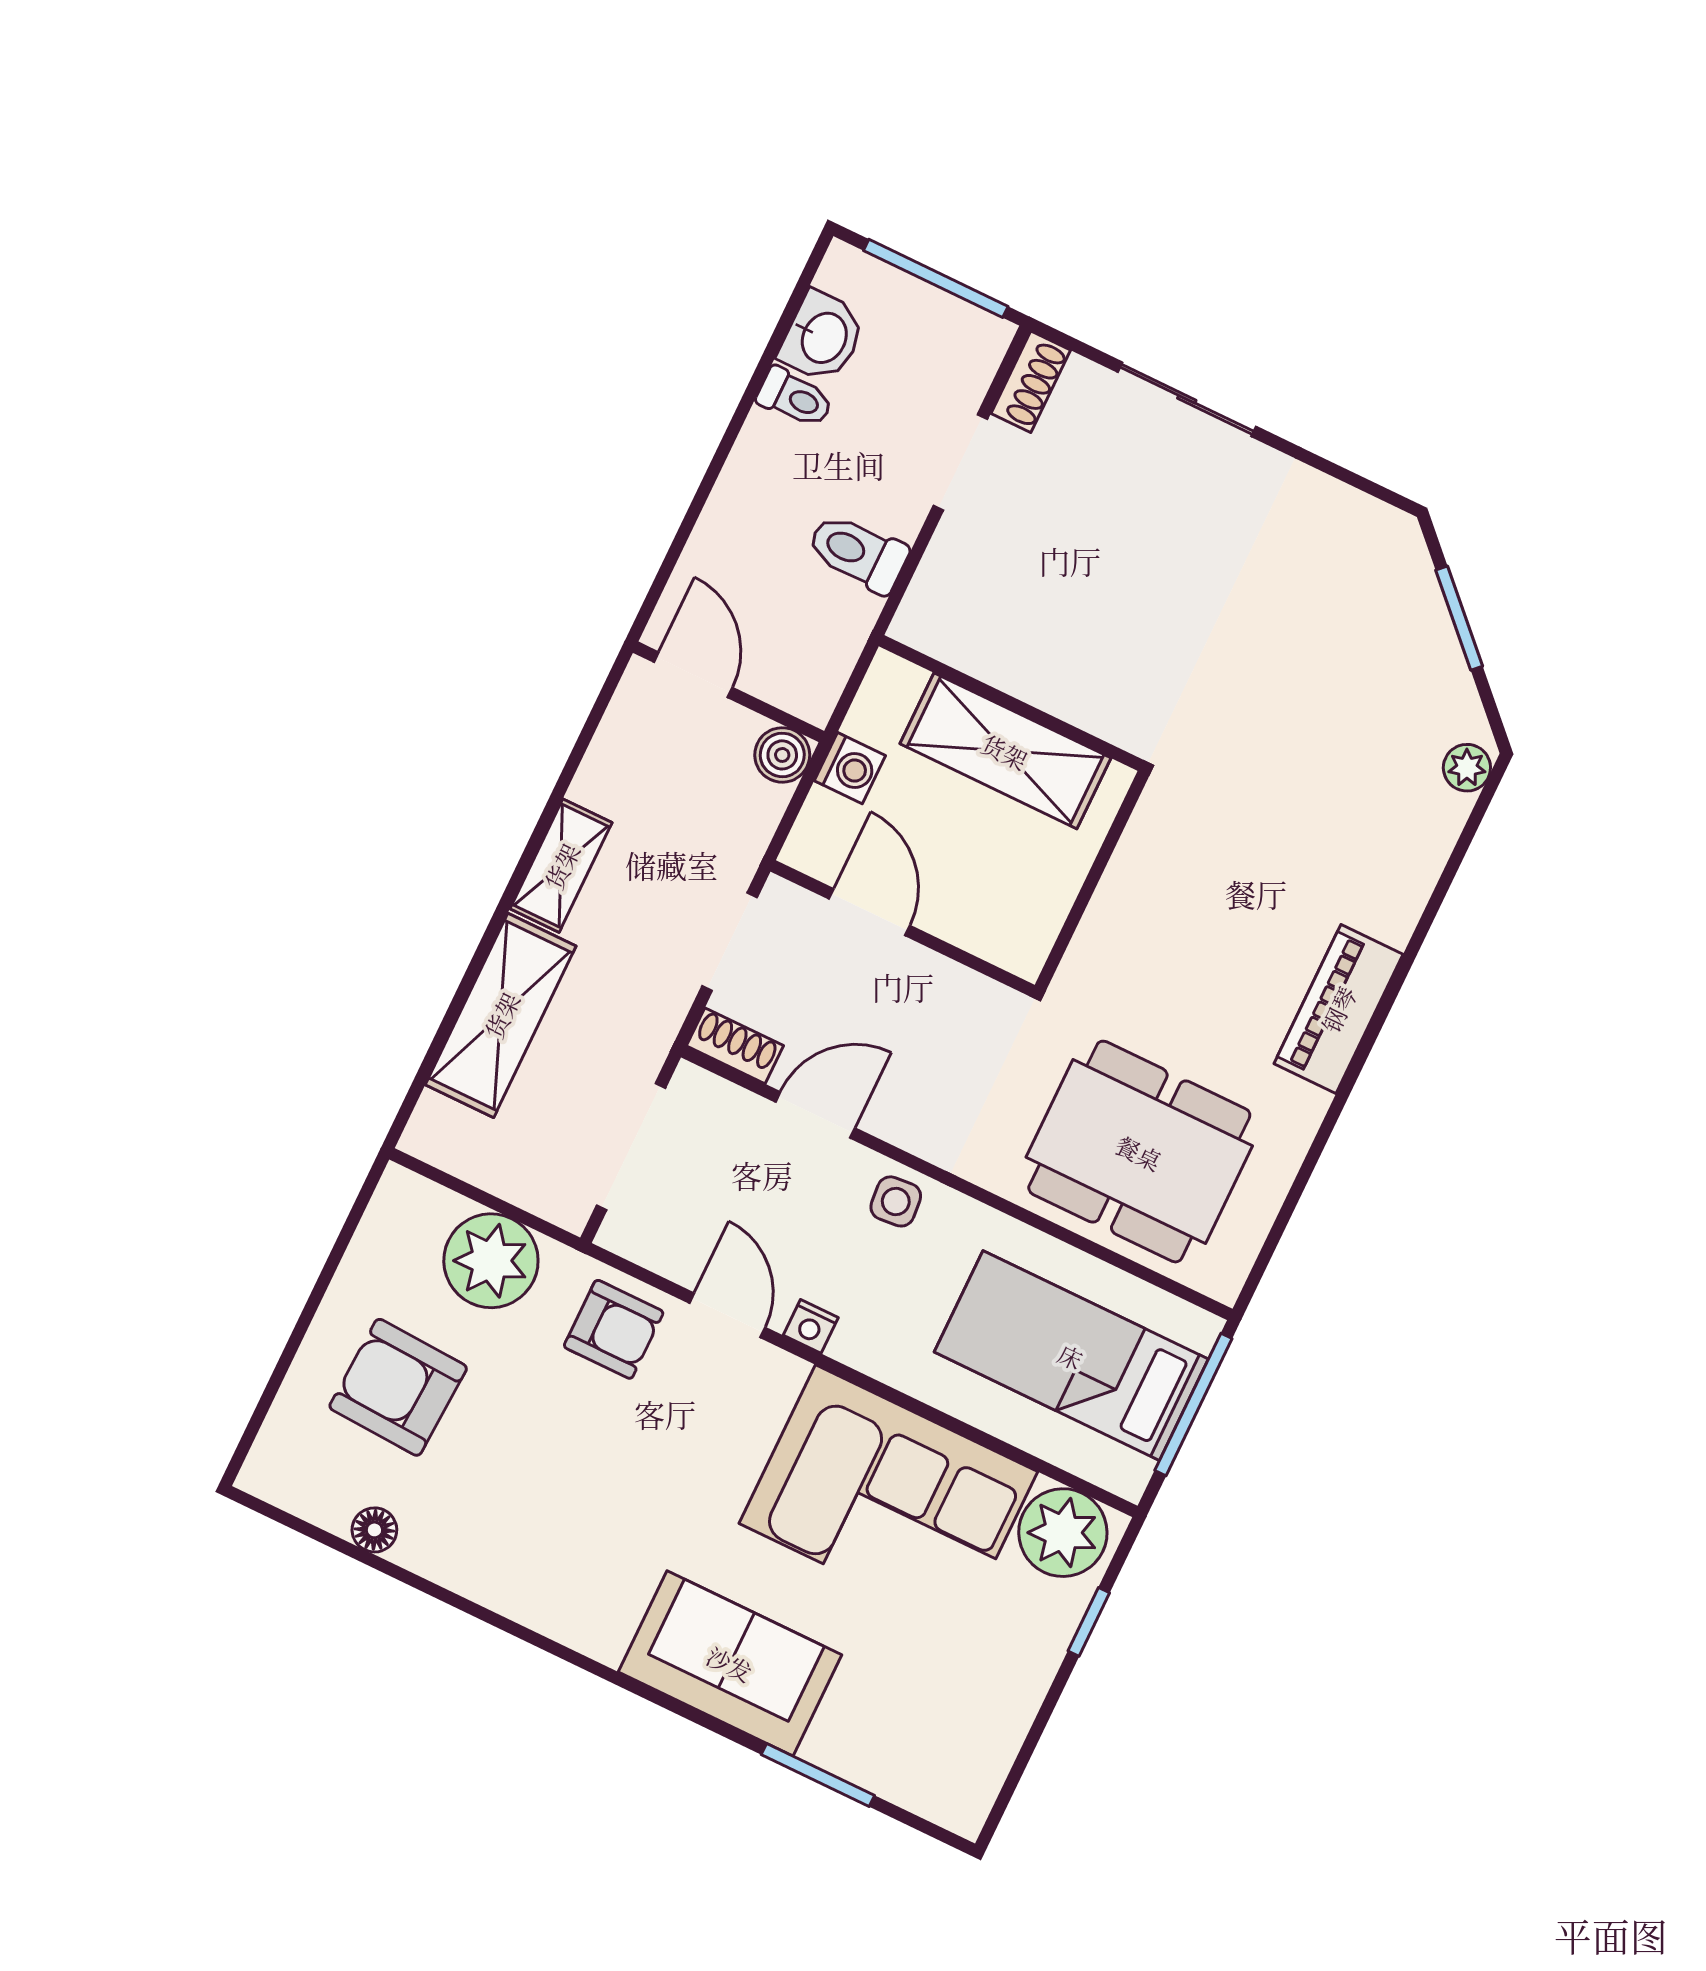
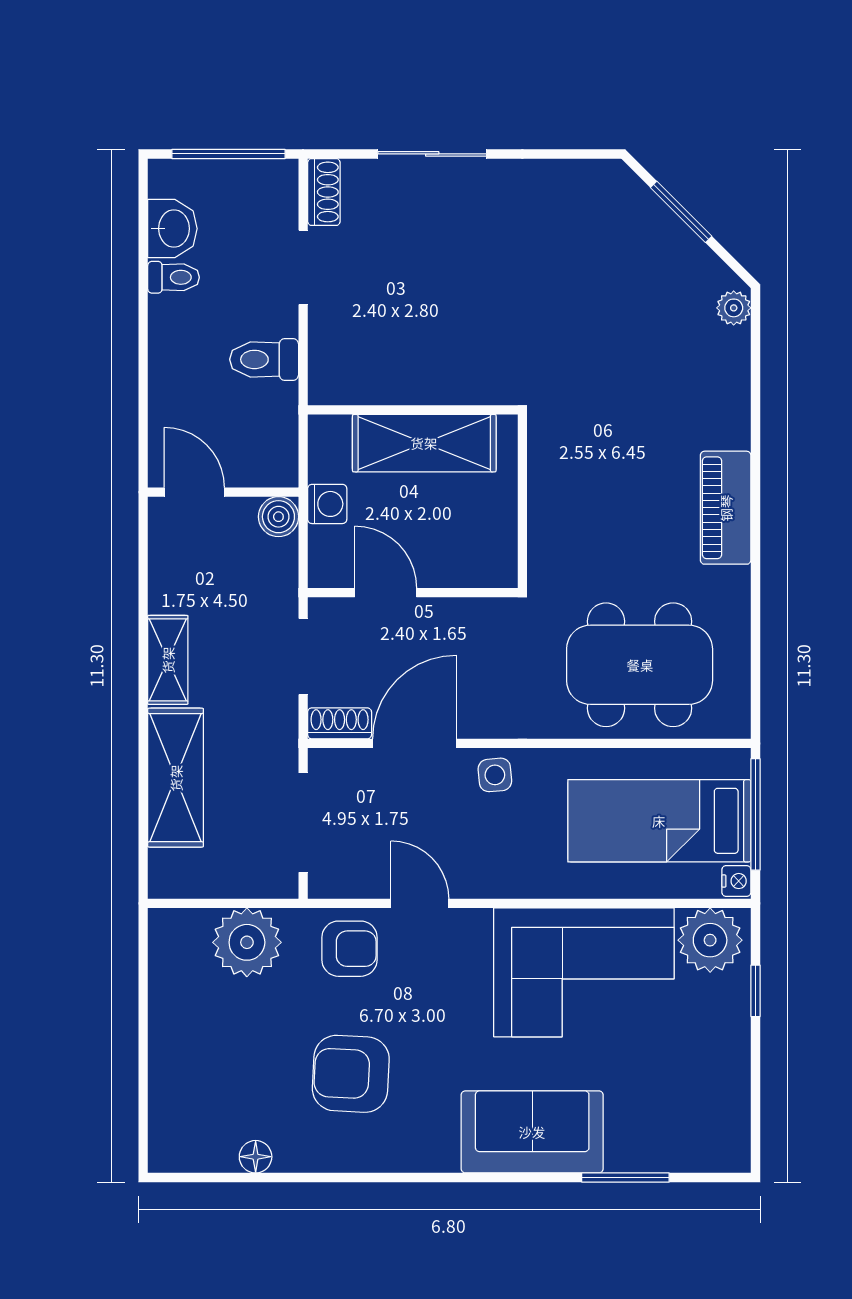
door: (815, 1115) -> (414, 743), width x1.38
nightstand: (811, 1326) -> (736, 881), moved, turned -90
armchair: (398, 1387) -> (351, 1074), moved

